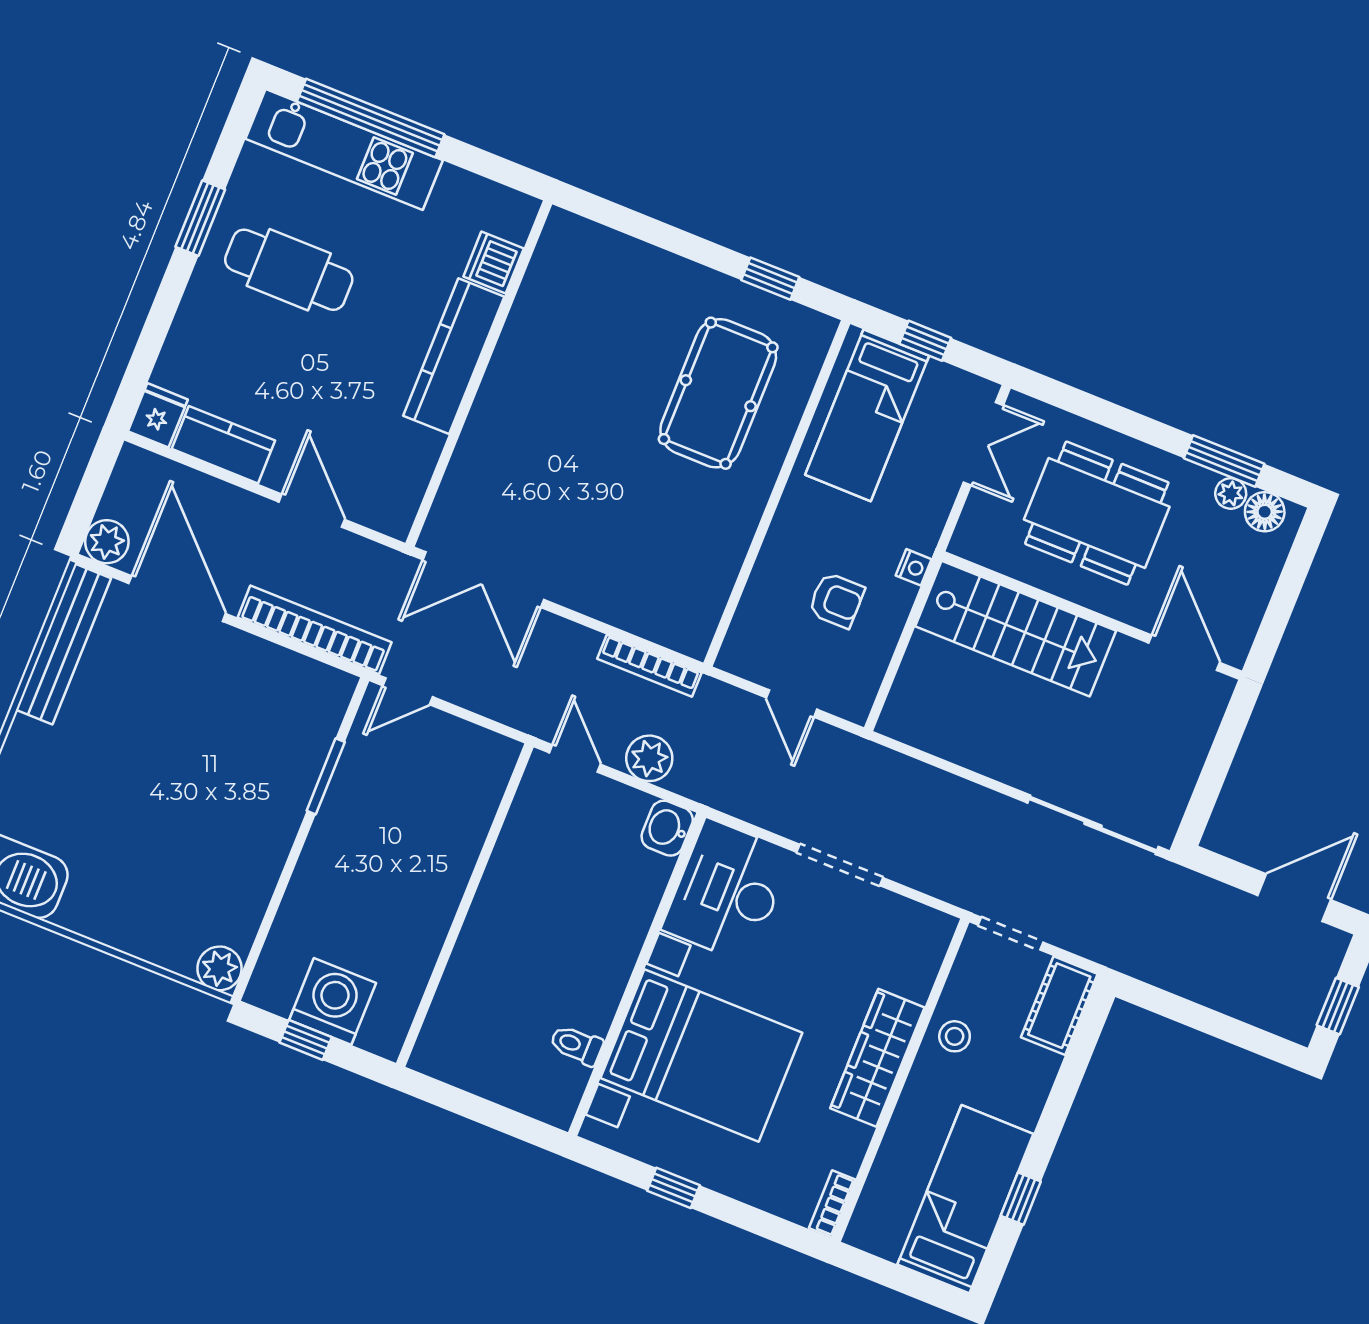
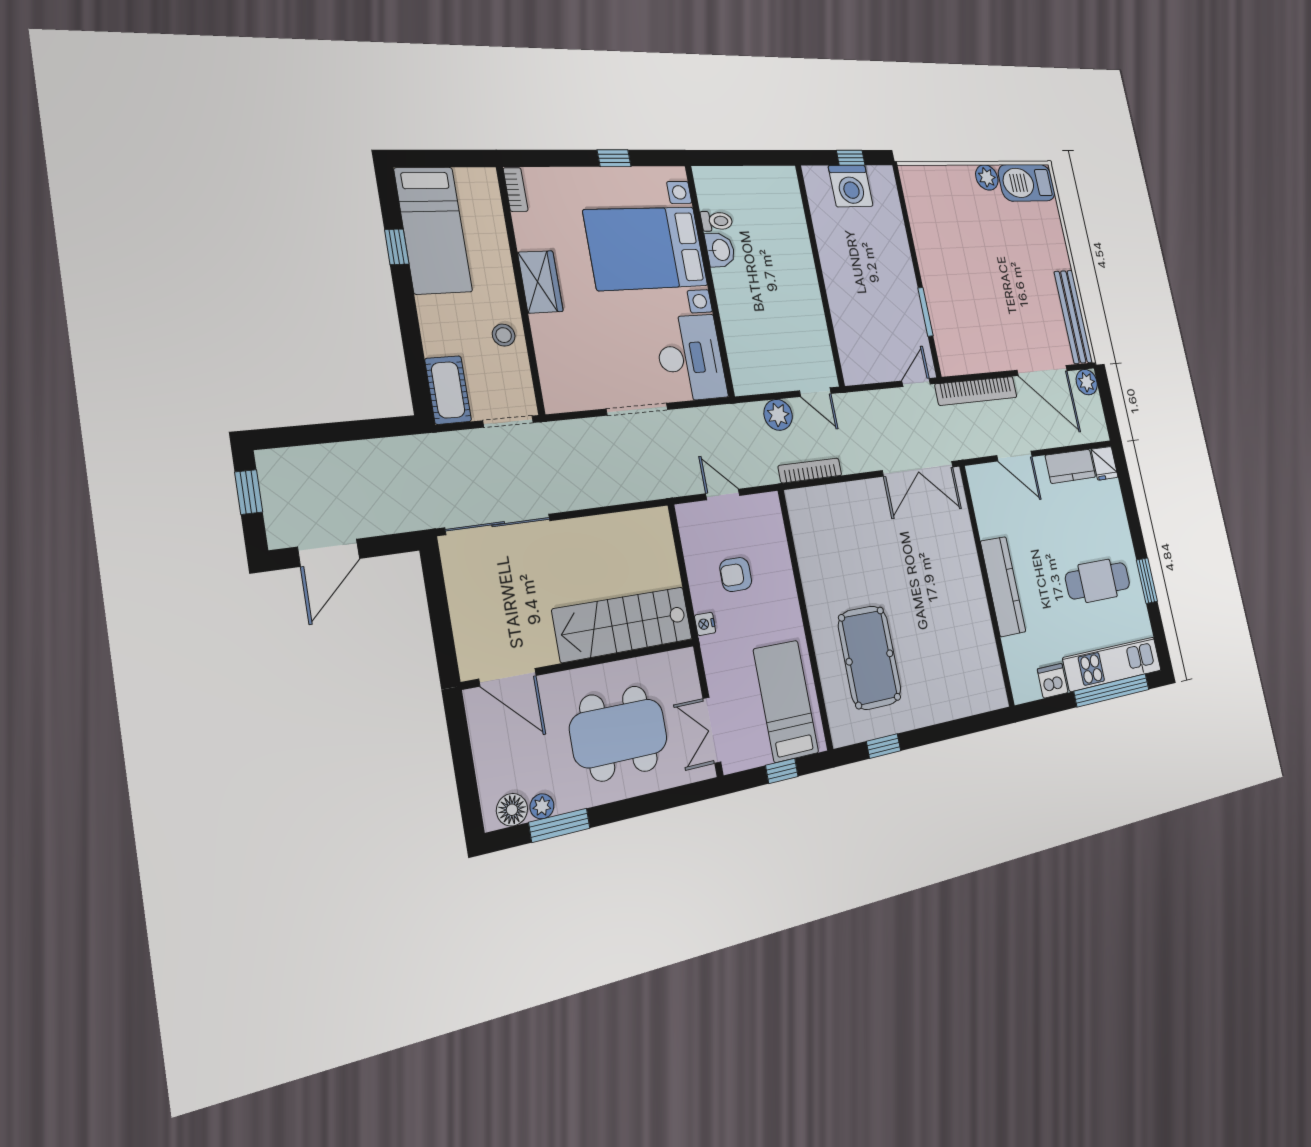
dishwasher: (494, 262) -> (1053, 681), moved, turned -90
double door: (483, 580) -> (918, 469), swing flipped
washbasin: (667, 828) -> (720, 250), moved
plant: (220, 968) -> (987, 177), moved
wardrobe: (877, 1058) -> (540, 282), width x0.67

